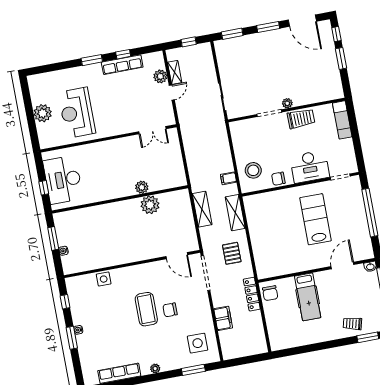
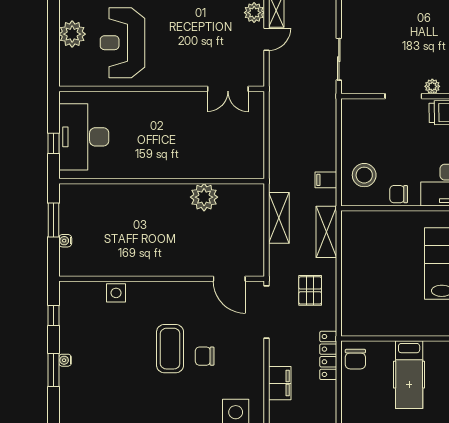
plant: (142, 187) -> (197, 169), removed

